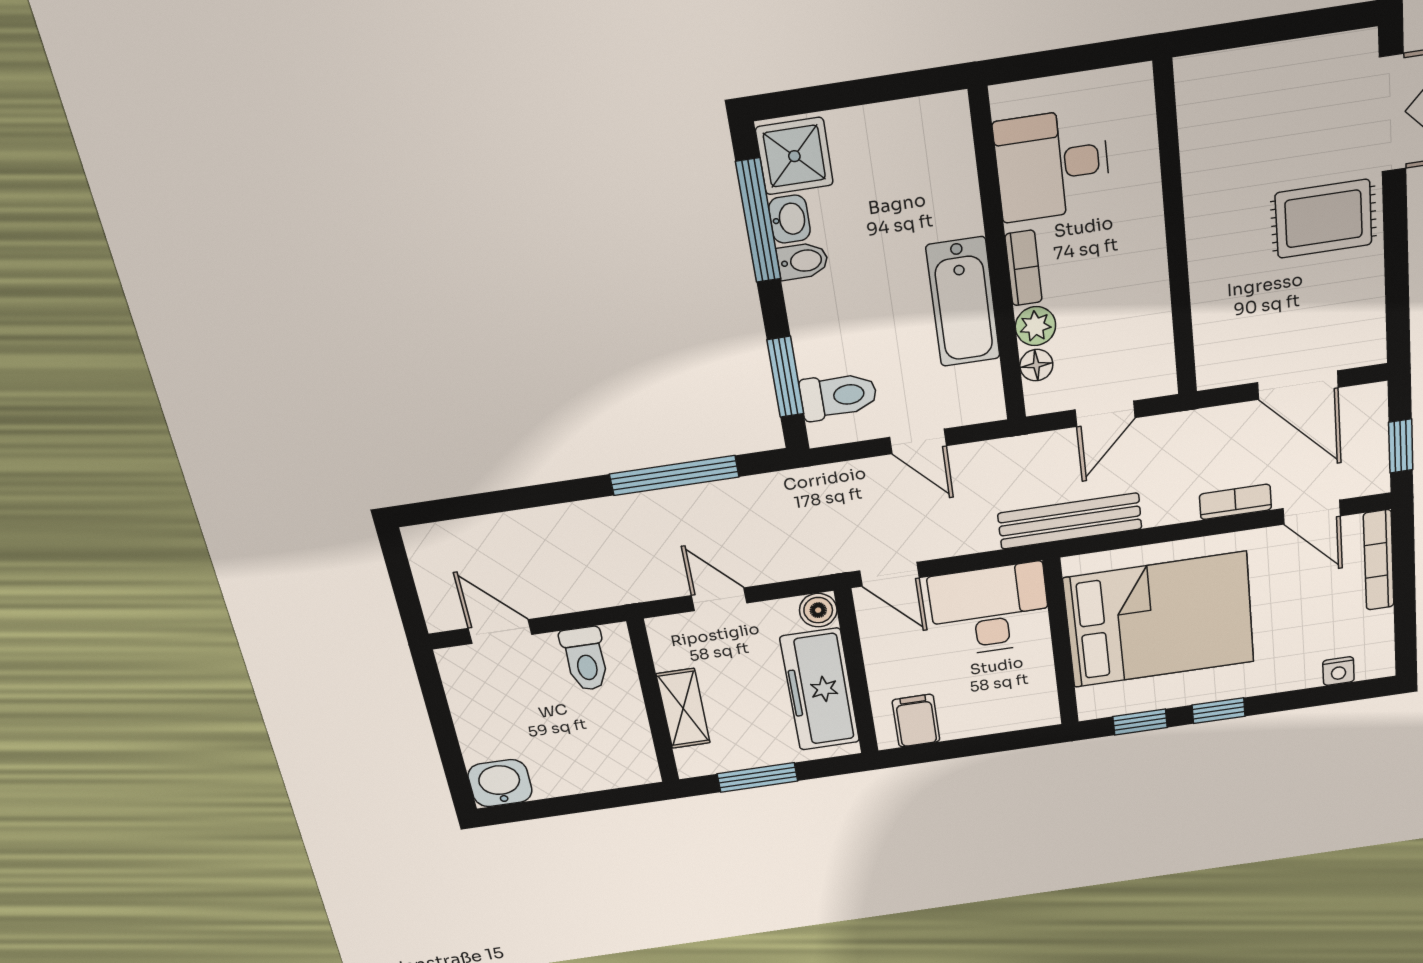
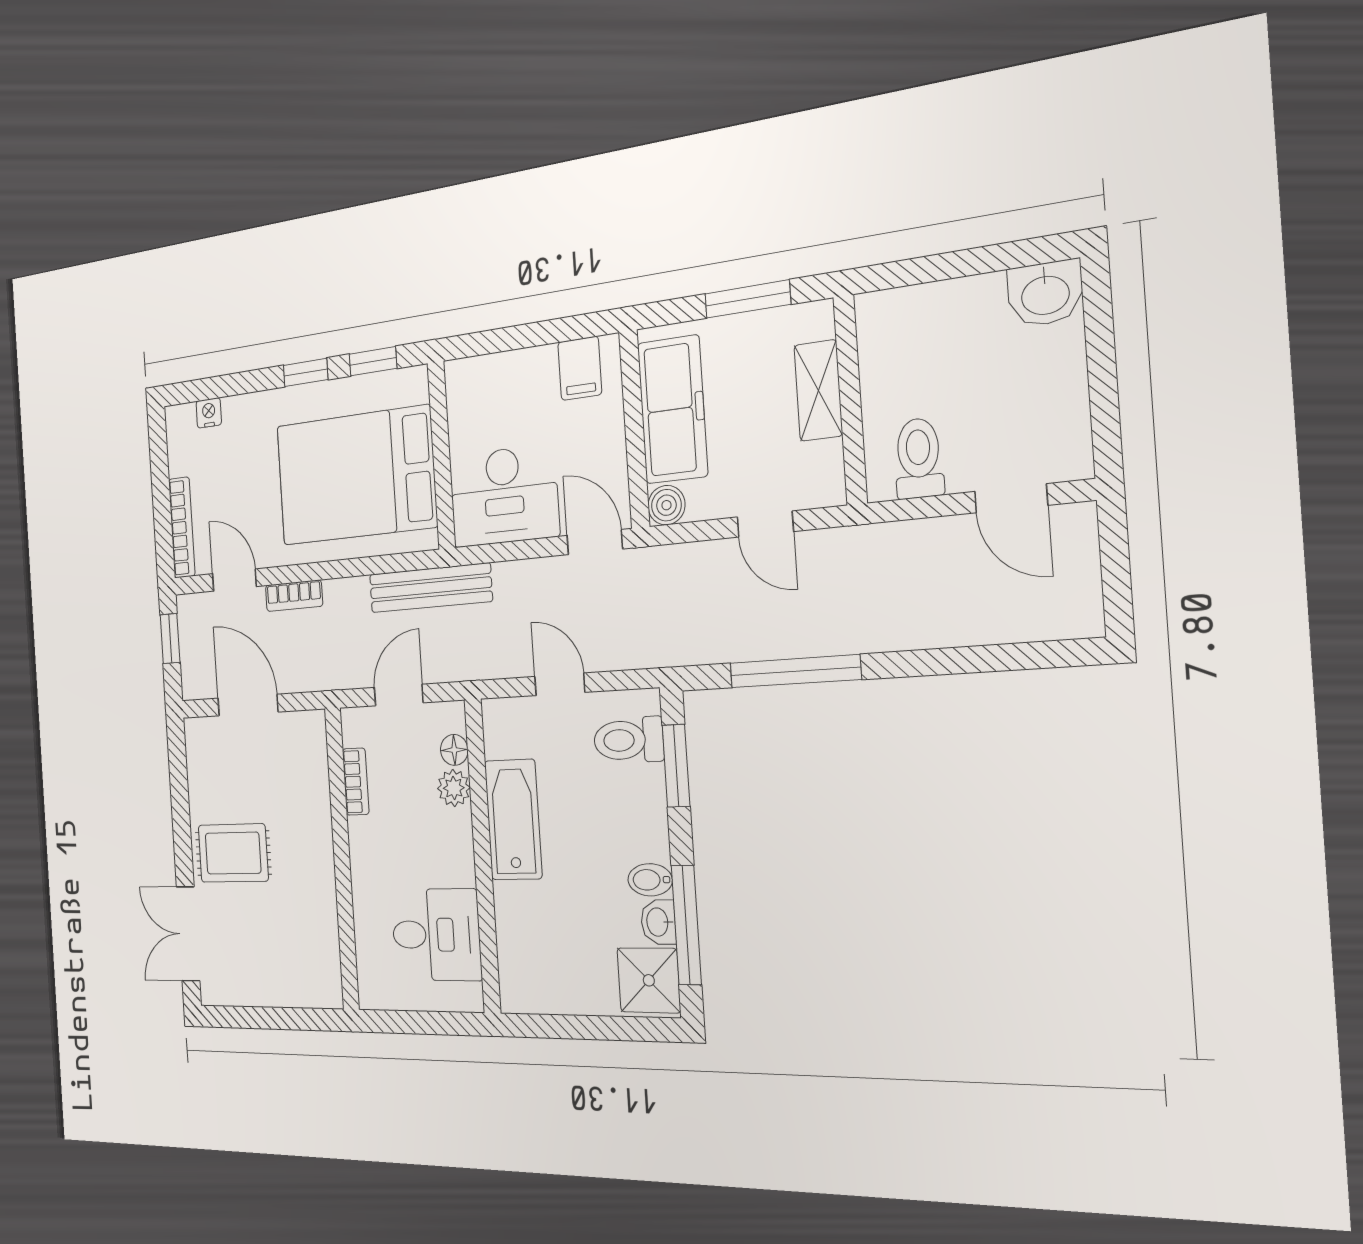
bookcase: (1023, 268) -> (356, 782), moved, turned 180

